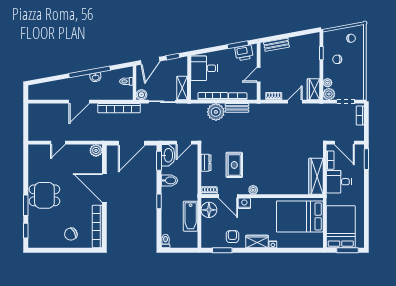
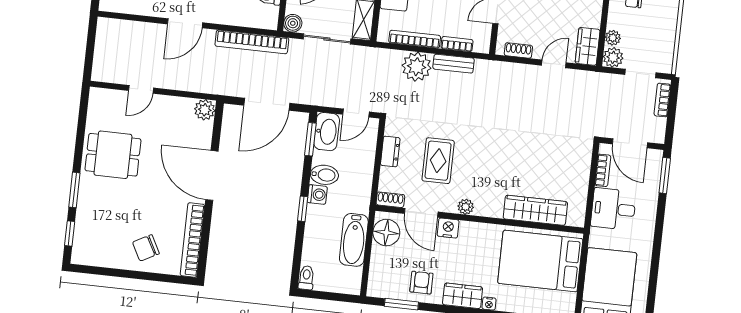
wardrobe: (316, 176) -> (535, 210), moved, turned 90
washing machine: (167, 192) -> (317, 194), added
dining table: (44, 195) -> (113, 155), moved

